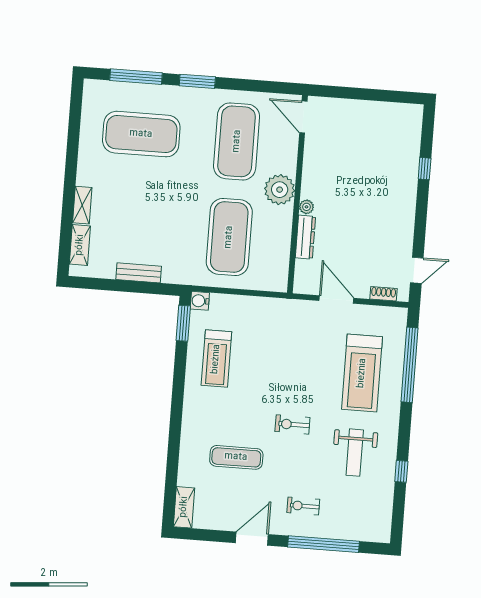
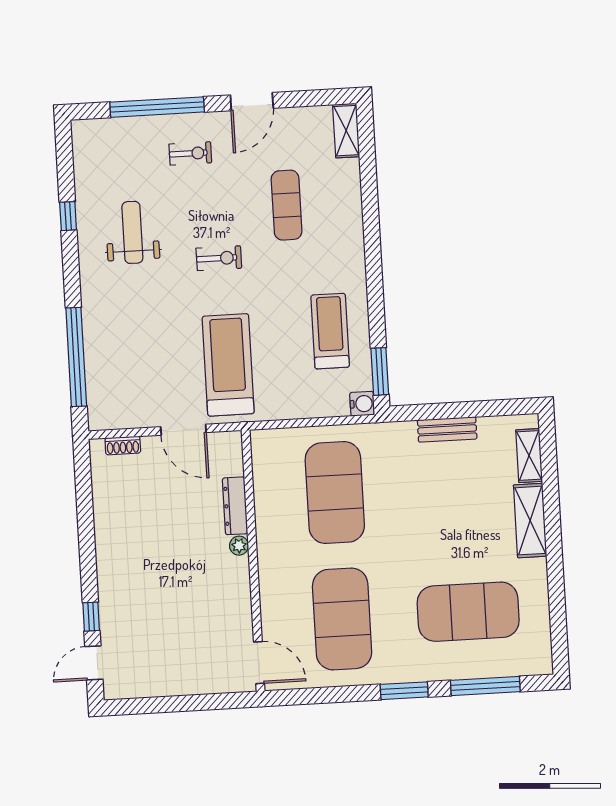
plant: (280, 190) -> (277, 563), removed
shelving: (82, 205) -> (530, 521), width x1.50, depth x1.33
door: (417, 270) -> (94, 663), moved
treadmill: (362, 373) -> (228, 365), moved
exercise mat: (236, 457) -> (287, 205), turned 90

